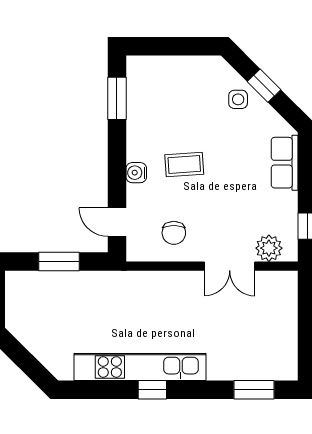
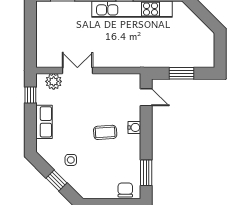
side table: (238, 99) -> (71, 160), moved
row of seats: (285, 163) -> (44, 122), moved
chair: (174, 233) -> (125, 190), moved

